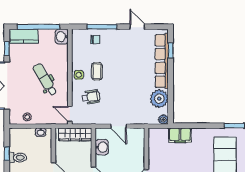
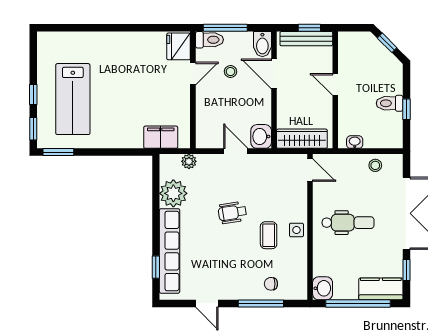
dental chair: (45, 80) -> (348, 223), turned -58
wheelchair: (91, 97) -> (232, 213), moved
plant: (163, 120) -> (189, 161), moved
filing cabinet: (180, 135) -> (161, 137), moved
washbasin: (102, 147) -> (261, 136), moved

